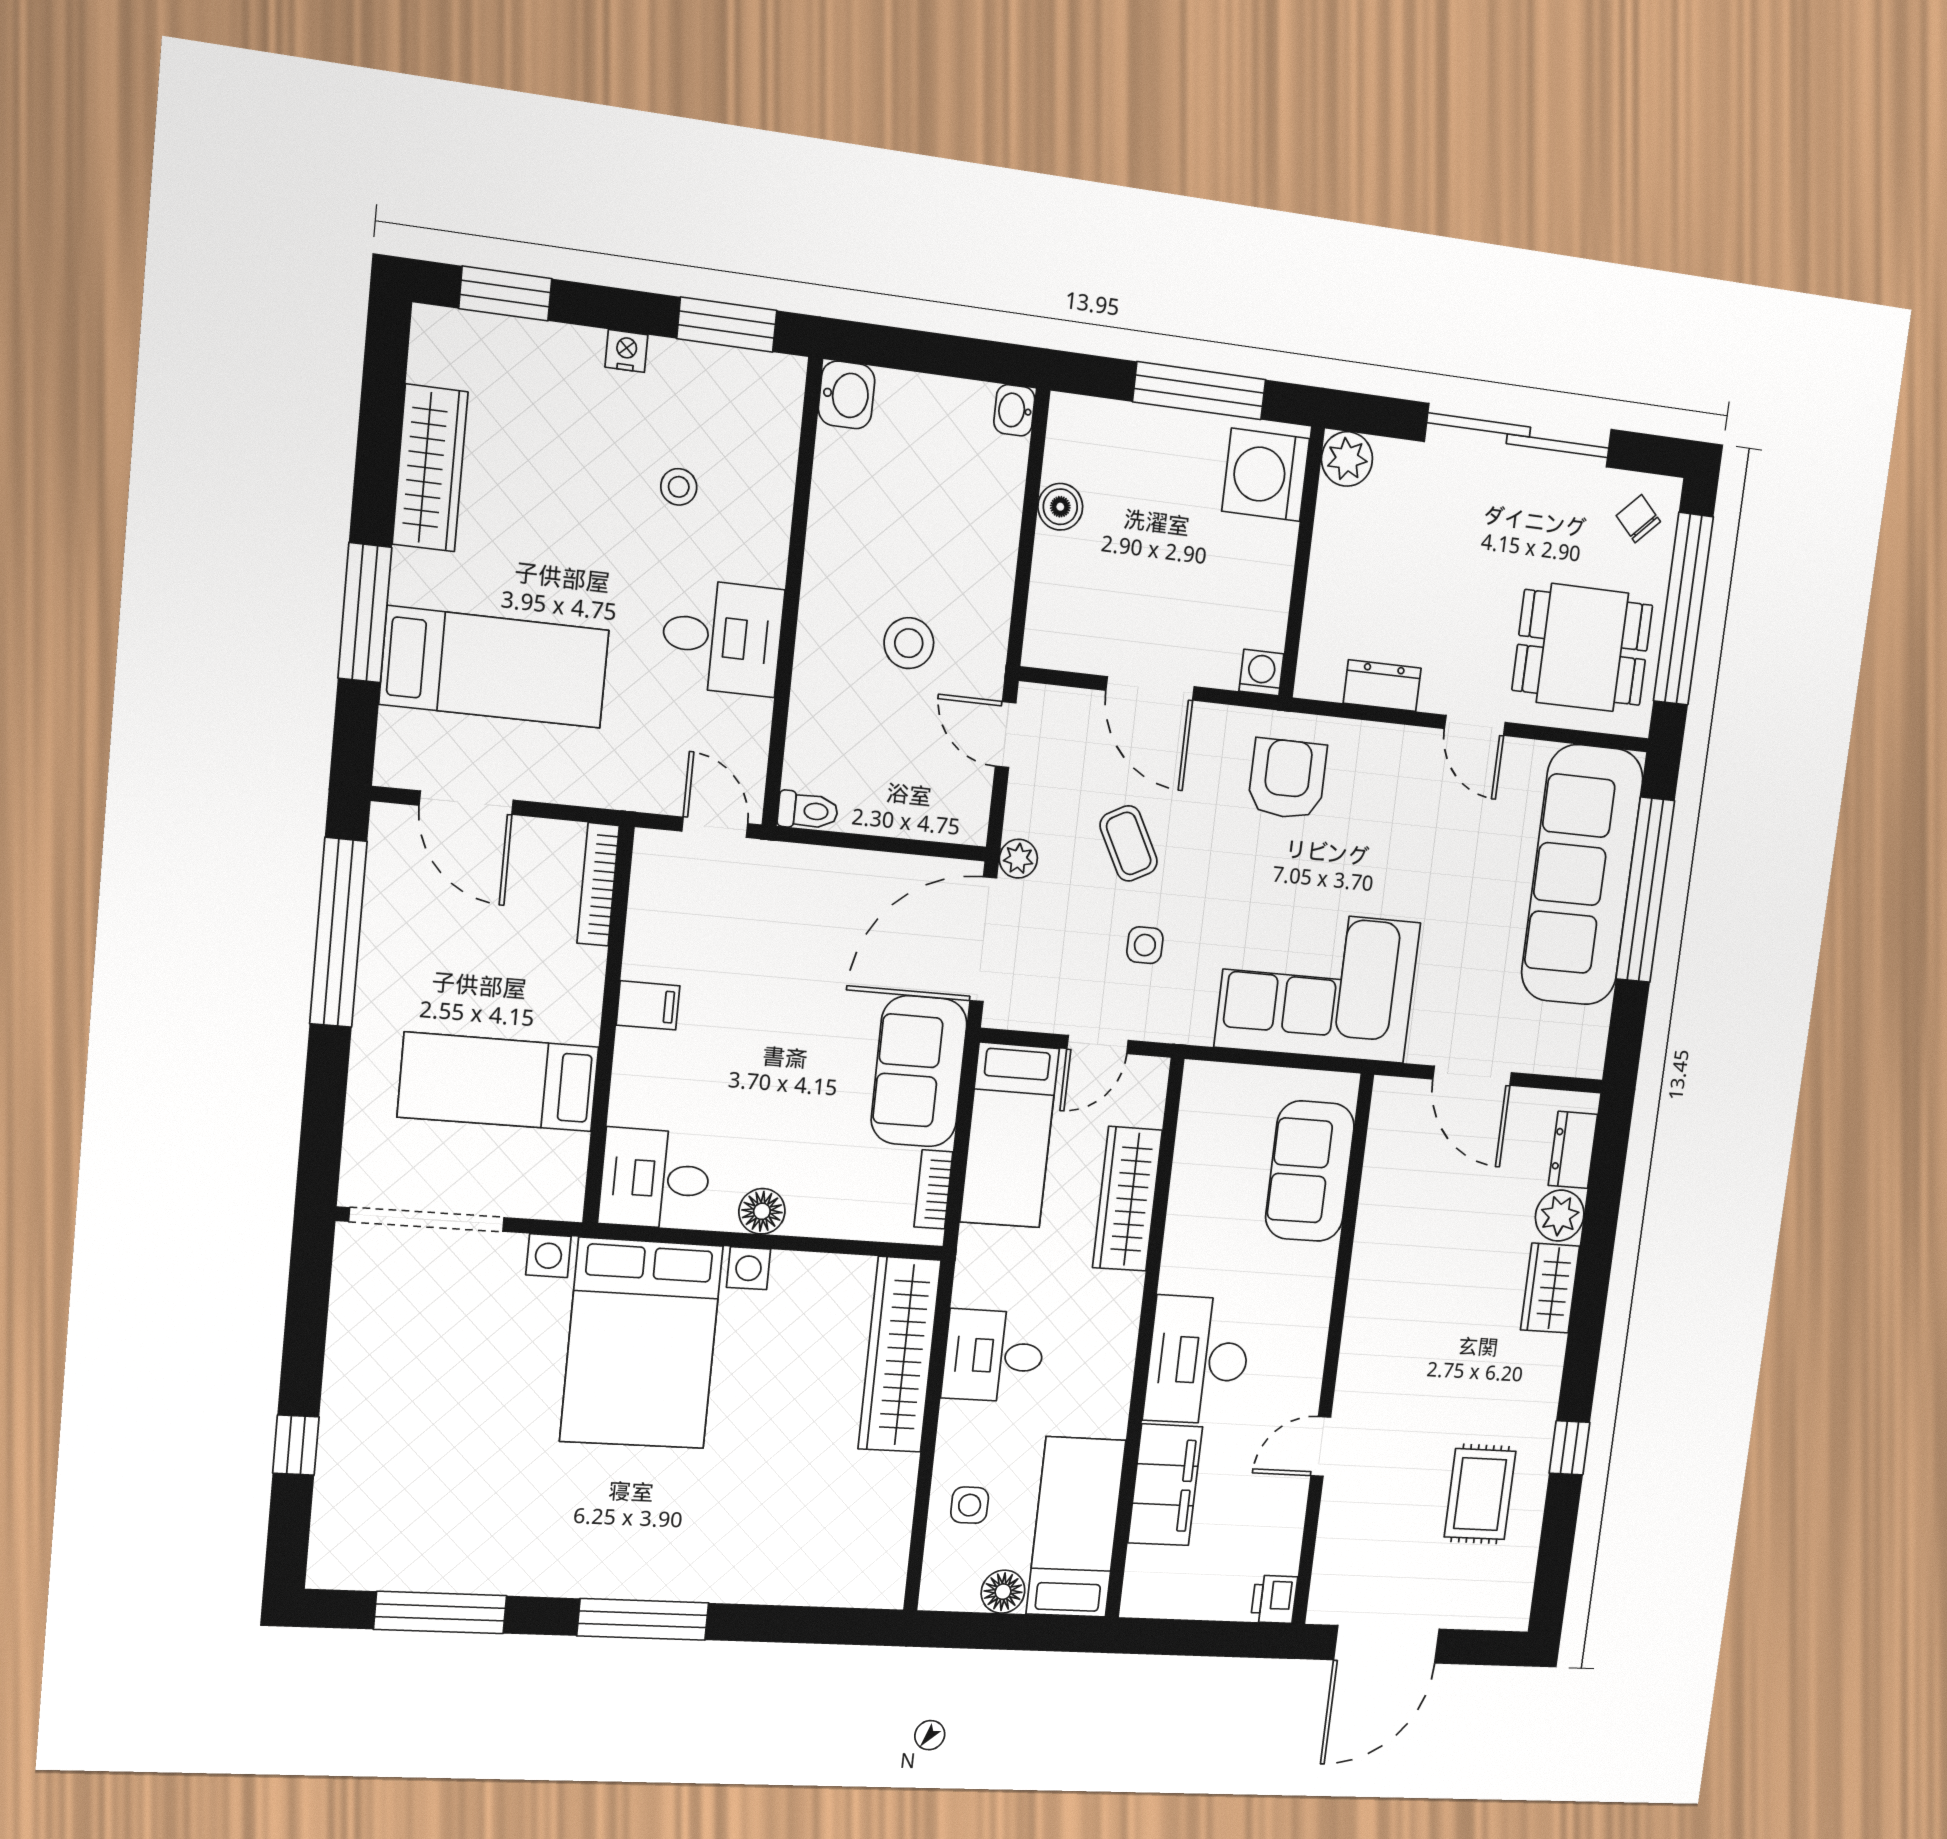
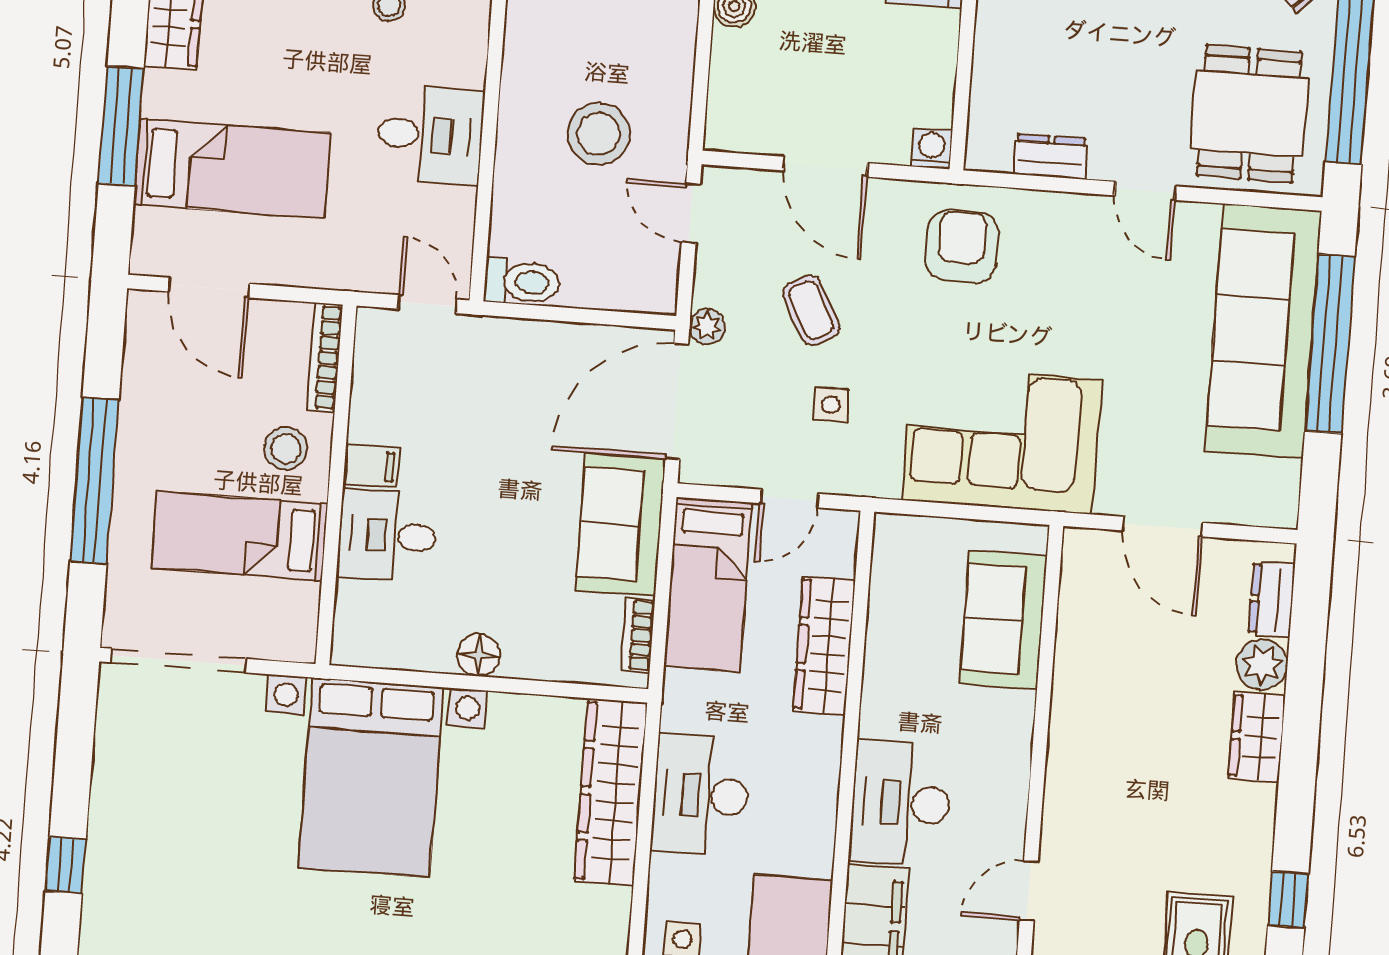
stool: (909, 643) -> (599, 134), width x1.38, depth x1.38
dining table: (1582, 648) -> (1249, 114), turned 90
toilet: (808, 811) -> (522, 282), width x1.37, depth x1.39
window: (338, 933) -> (94, 480), moved
stool: (552, 985) -> (286, 449), added
desk: (655, 1179) -> (387, 535), moved
desk: (994, 1356) -> (701, 795), width x1.37

